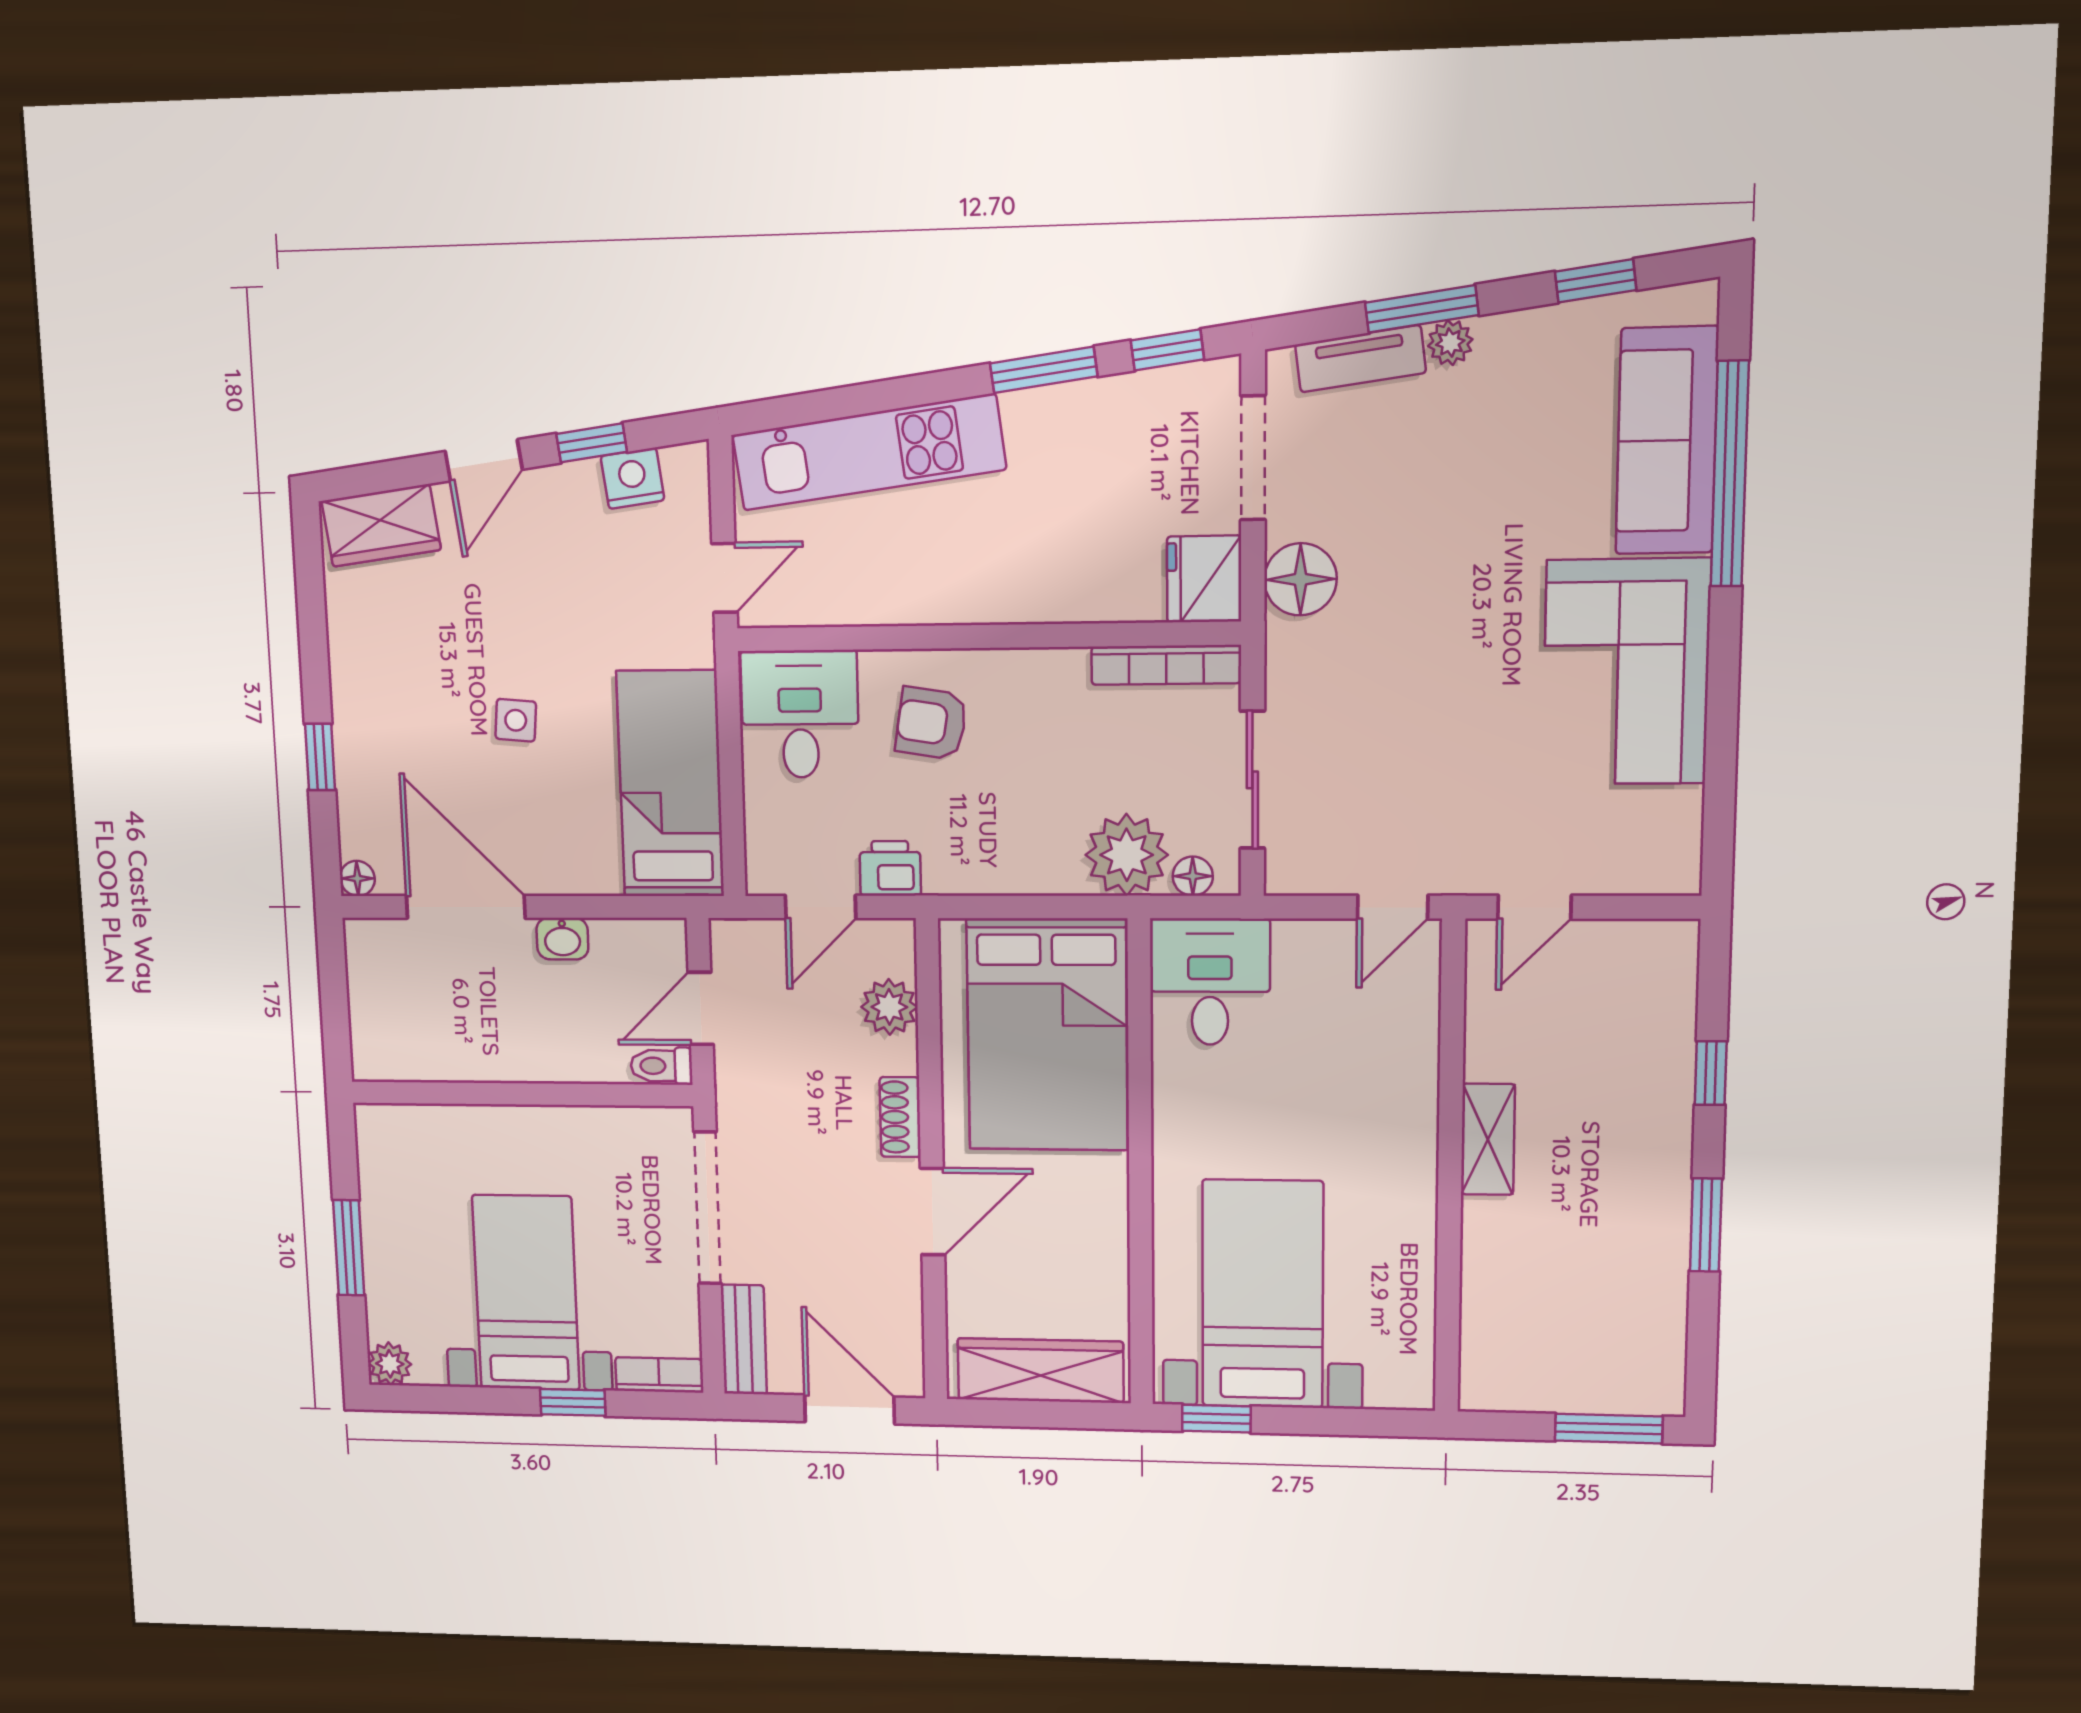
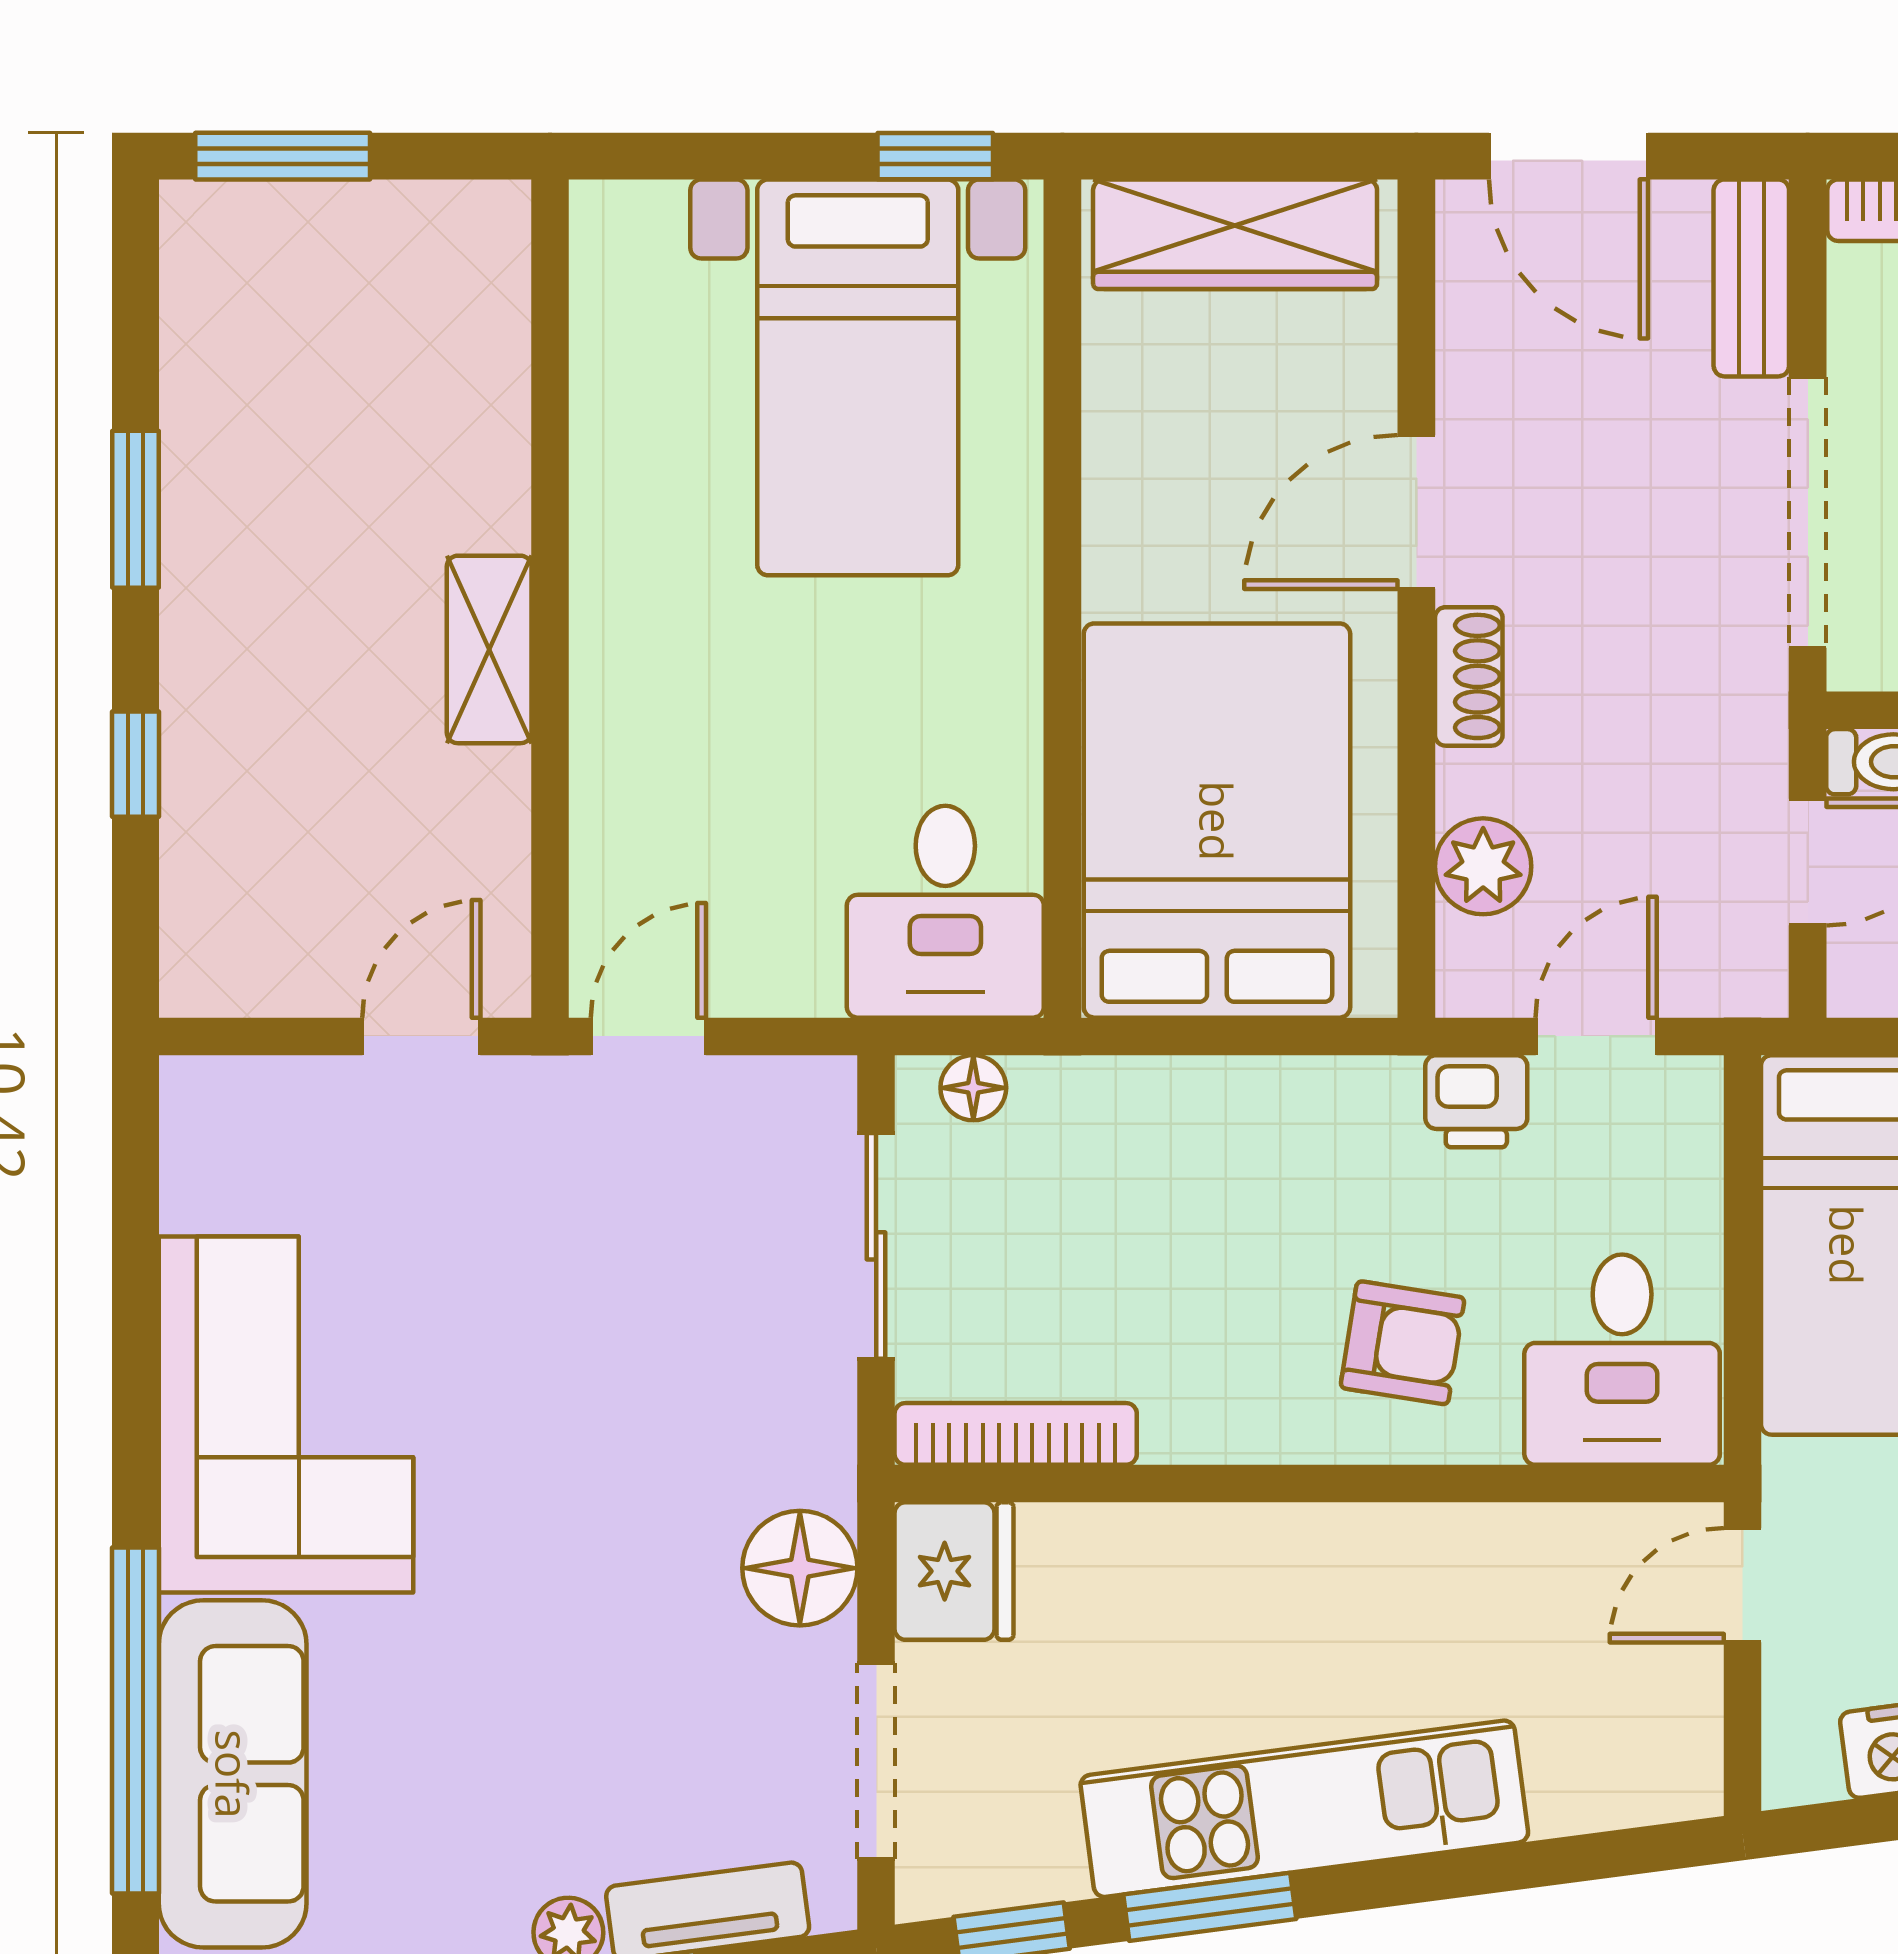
kitchen unit: (869, 452) -> (1304, 1809), moved
plant: (1127, 855) -> (1082, 1123), removed

